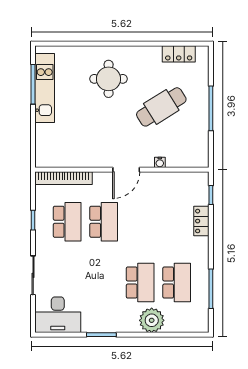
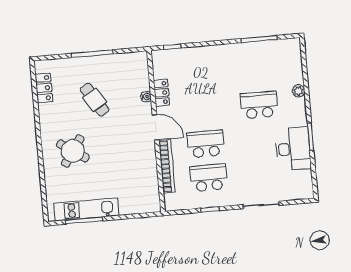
round table: (109, 79) -> (73, 151), turned 34
cafe table: (161, 107) -> (95, 100), width x0.73, depth x0.74
bookcase: (64, 178) -> (167, 166), moved
locker: (201, 221) -> (161, 93), moved, turned -90
school desk: (177, 283) -> (256, 71), removed
desk: (58, 315) -> (293, 149), moved
plant: (152, 320) -> (299, 91), width x0.53, depth x0.53

